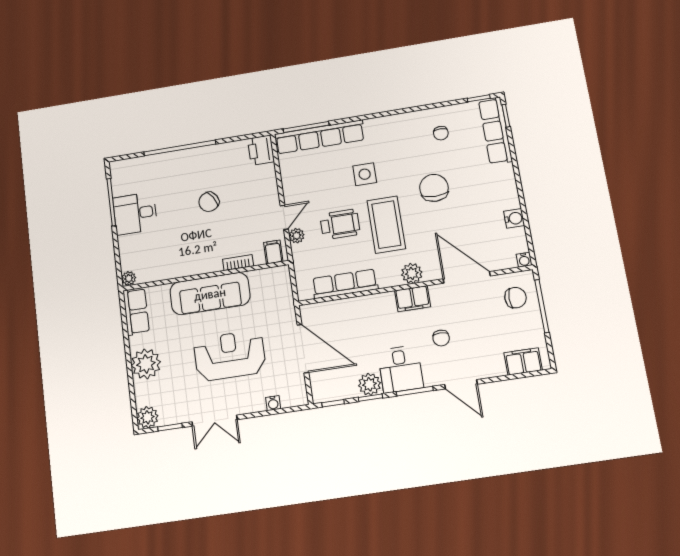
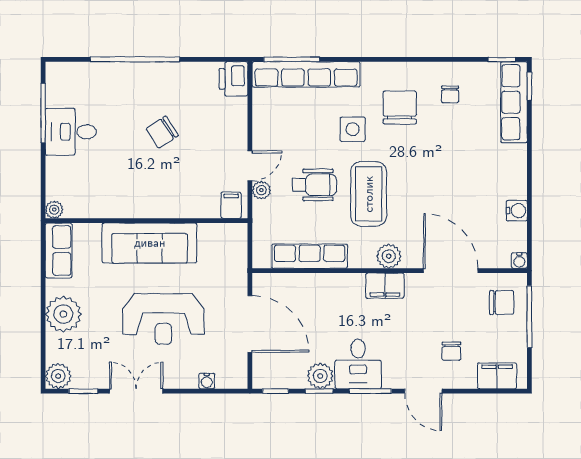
chair: (434, 188) -> (400, 108), moved
bookcase: (238, 263) -> (188, 211), removed
chair: (441, 338) -> (451, 351), moved
reception desk: (230, 356) -> (163, 319), turned 180
double door: (214, 421) -> (136, 391), swing flipped

